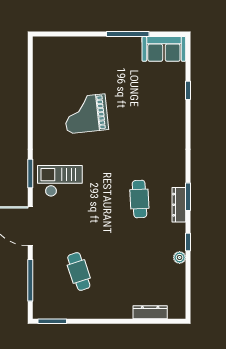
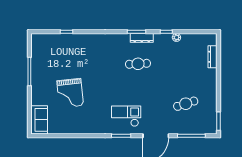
sofa: (164, 49) -> (39, 120), moved
grand piano: (86, 114) -> (70, 93), moved
checkout: (60, 181) -> (126, 116), turned 90

